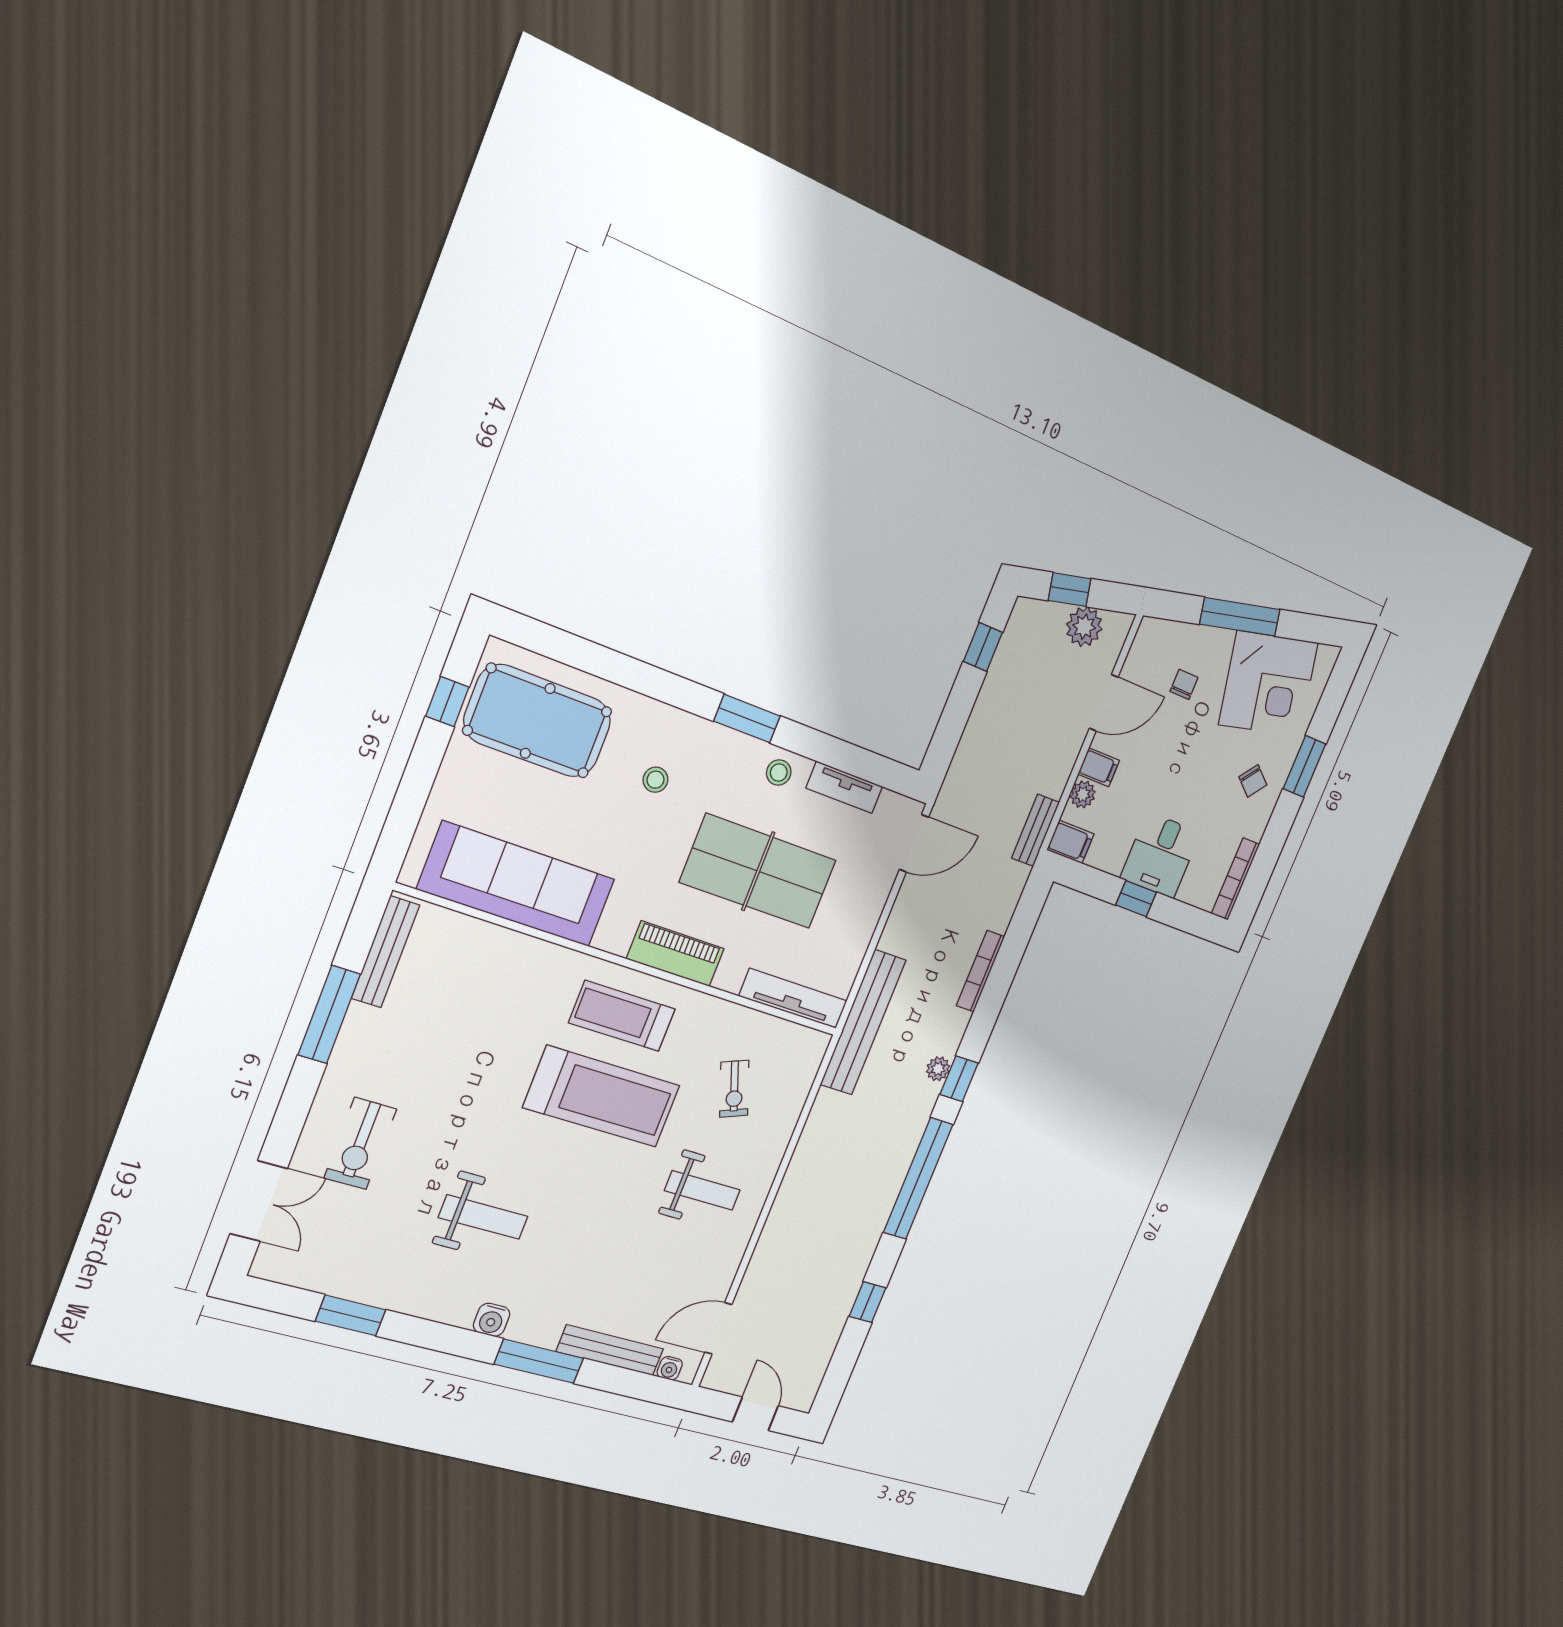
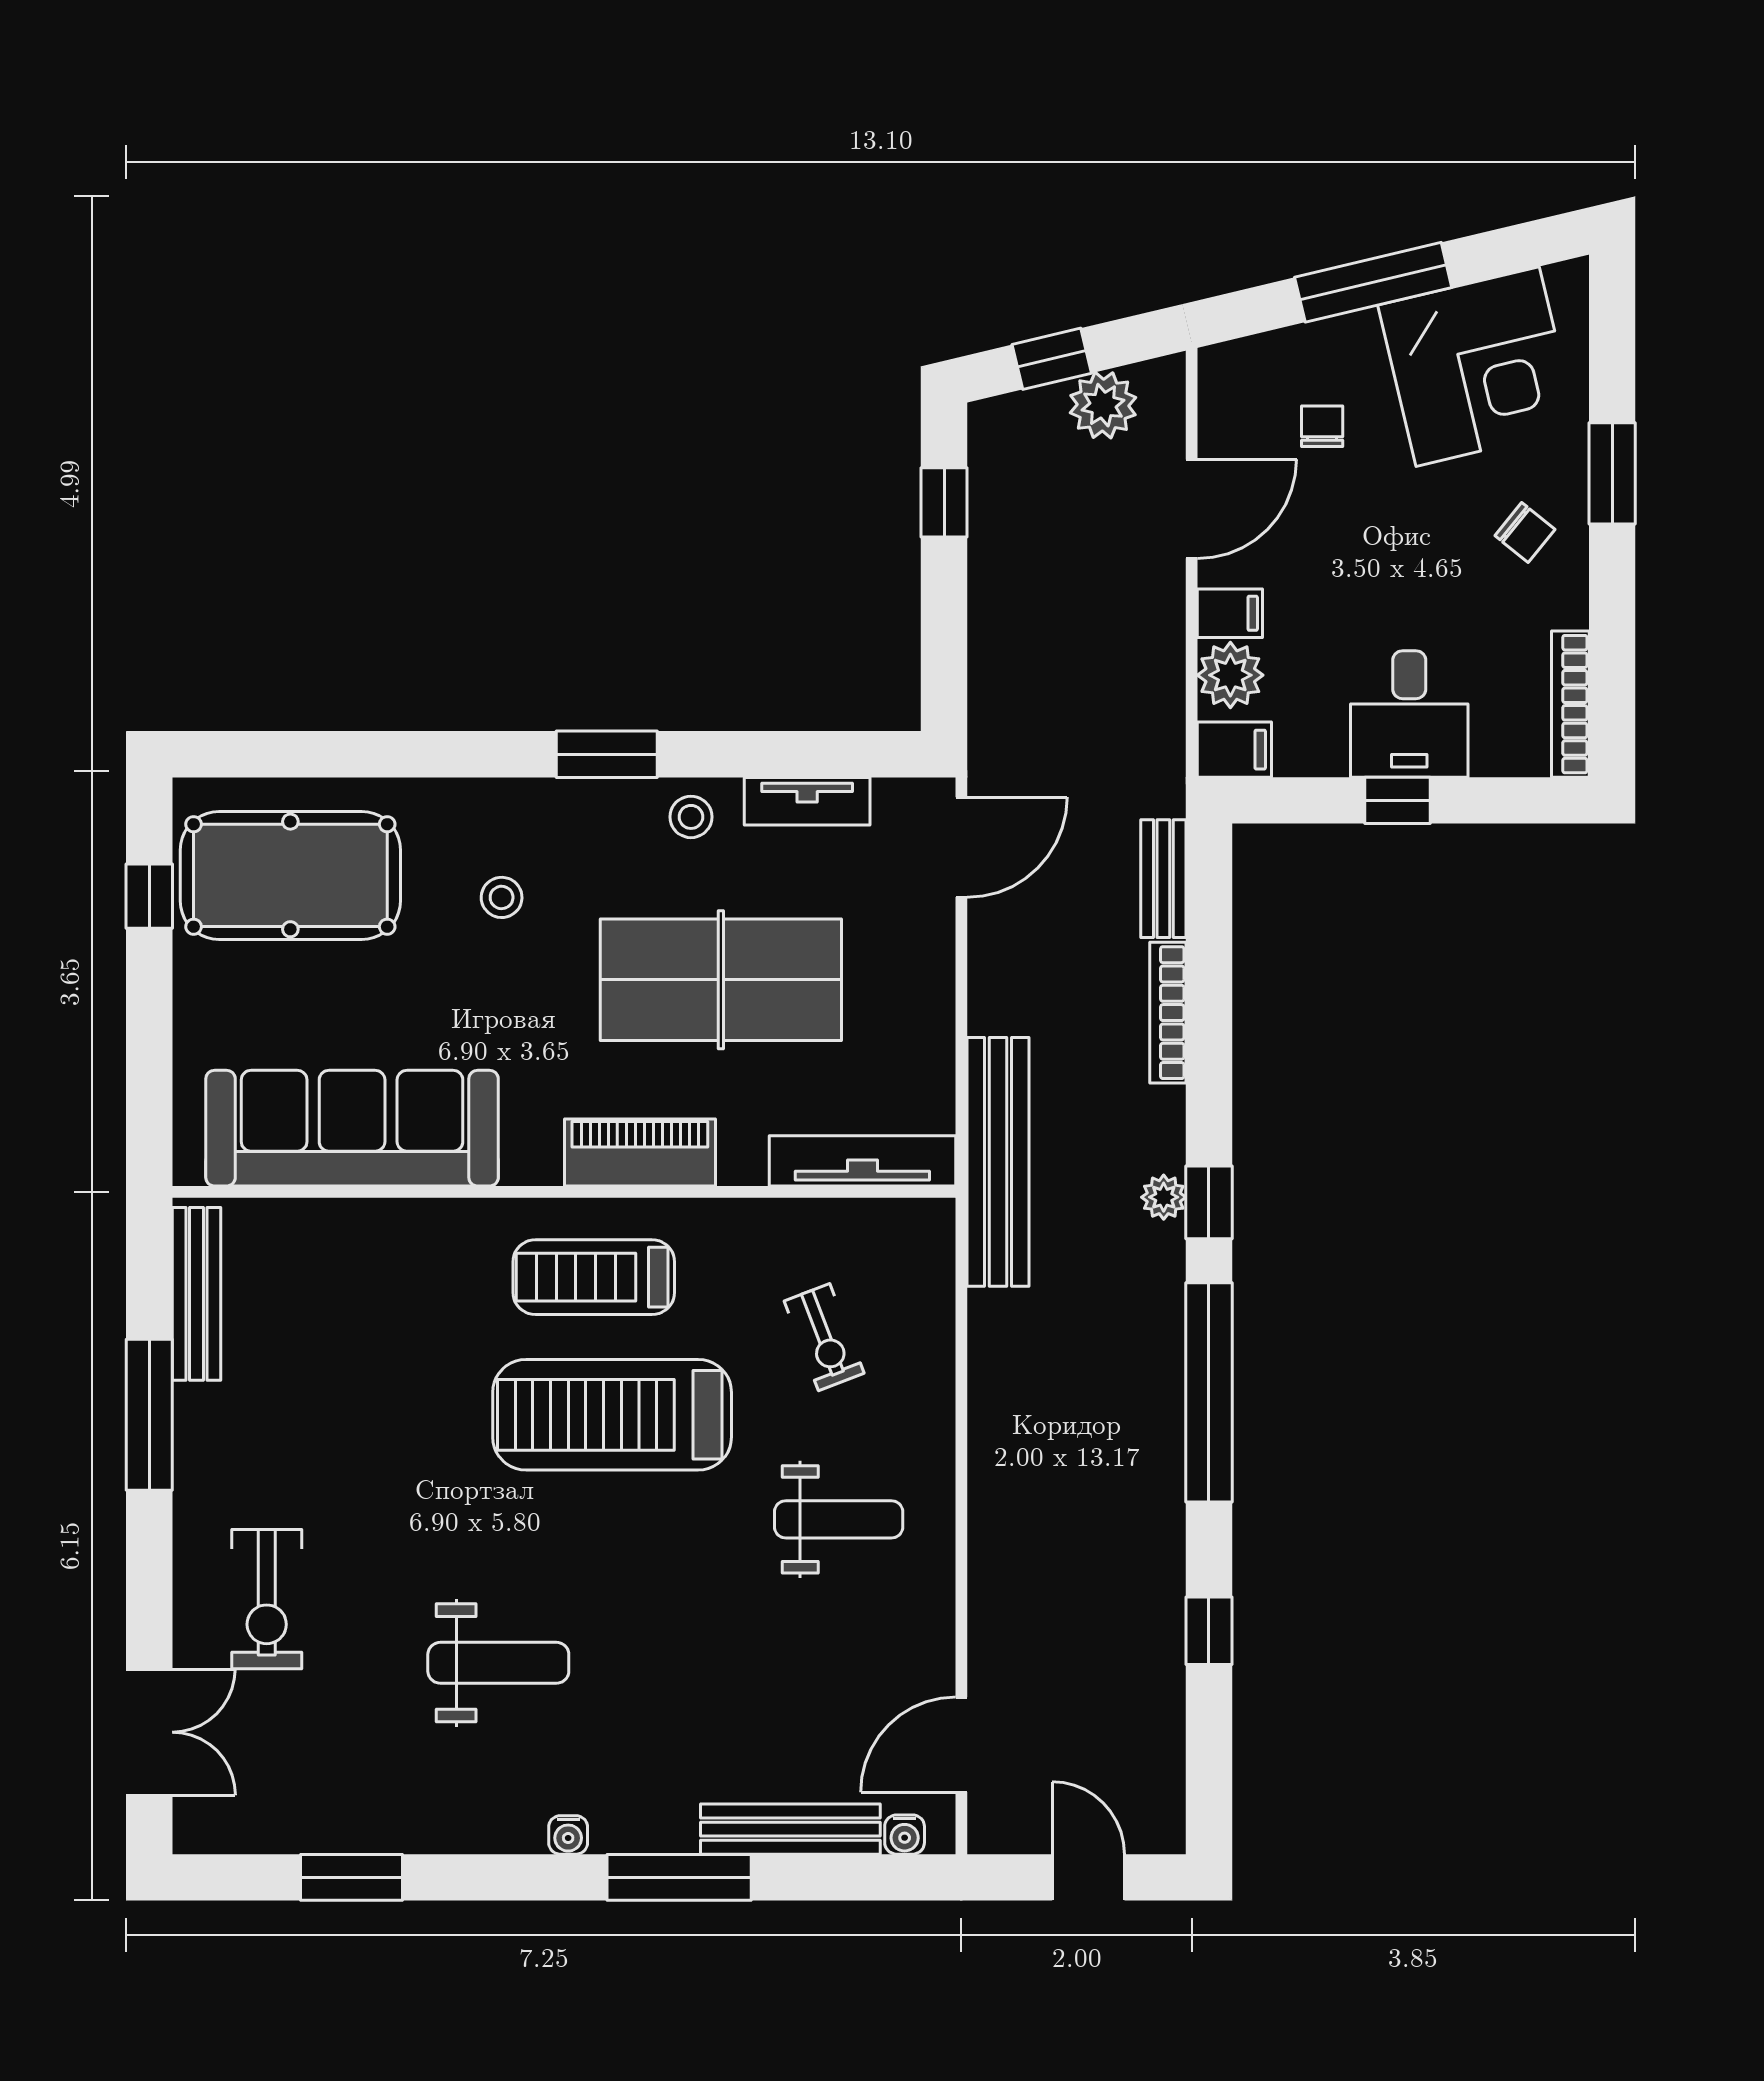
plant: (1083, 794) -> (1230, 675), width x1.38, depth x1.38
bench: (1036, 830) -> (1163, 879), moved
treadmill: (602, 1097) -> (612, 1415), turned 180
water cooler: (492, 1320) -> (568, 1835), width x0.72, depth x0.72

